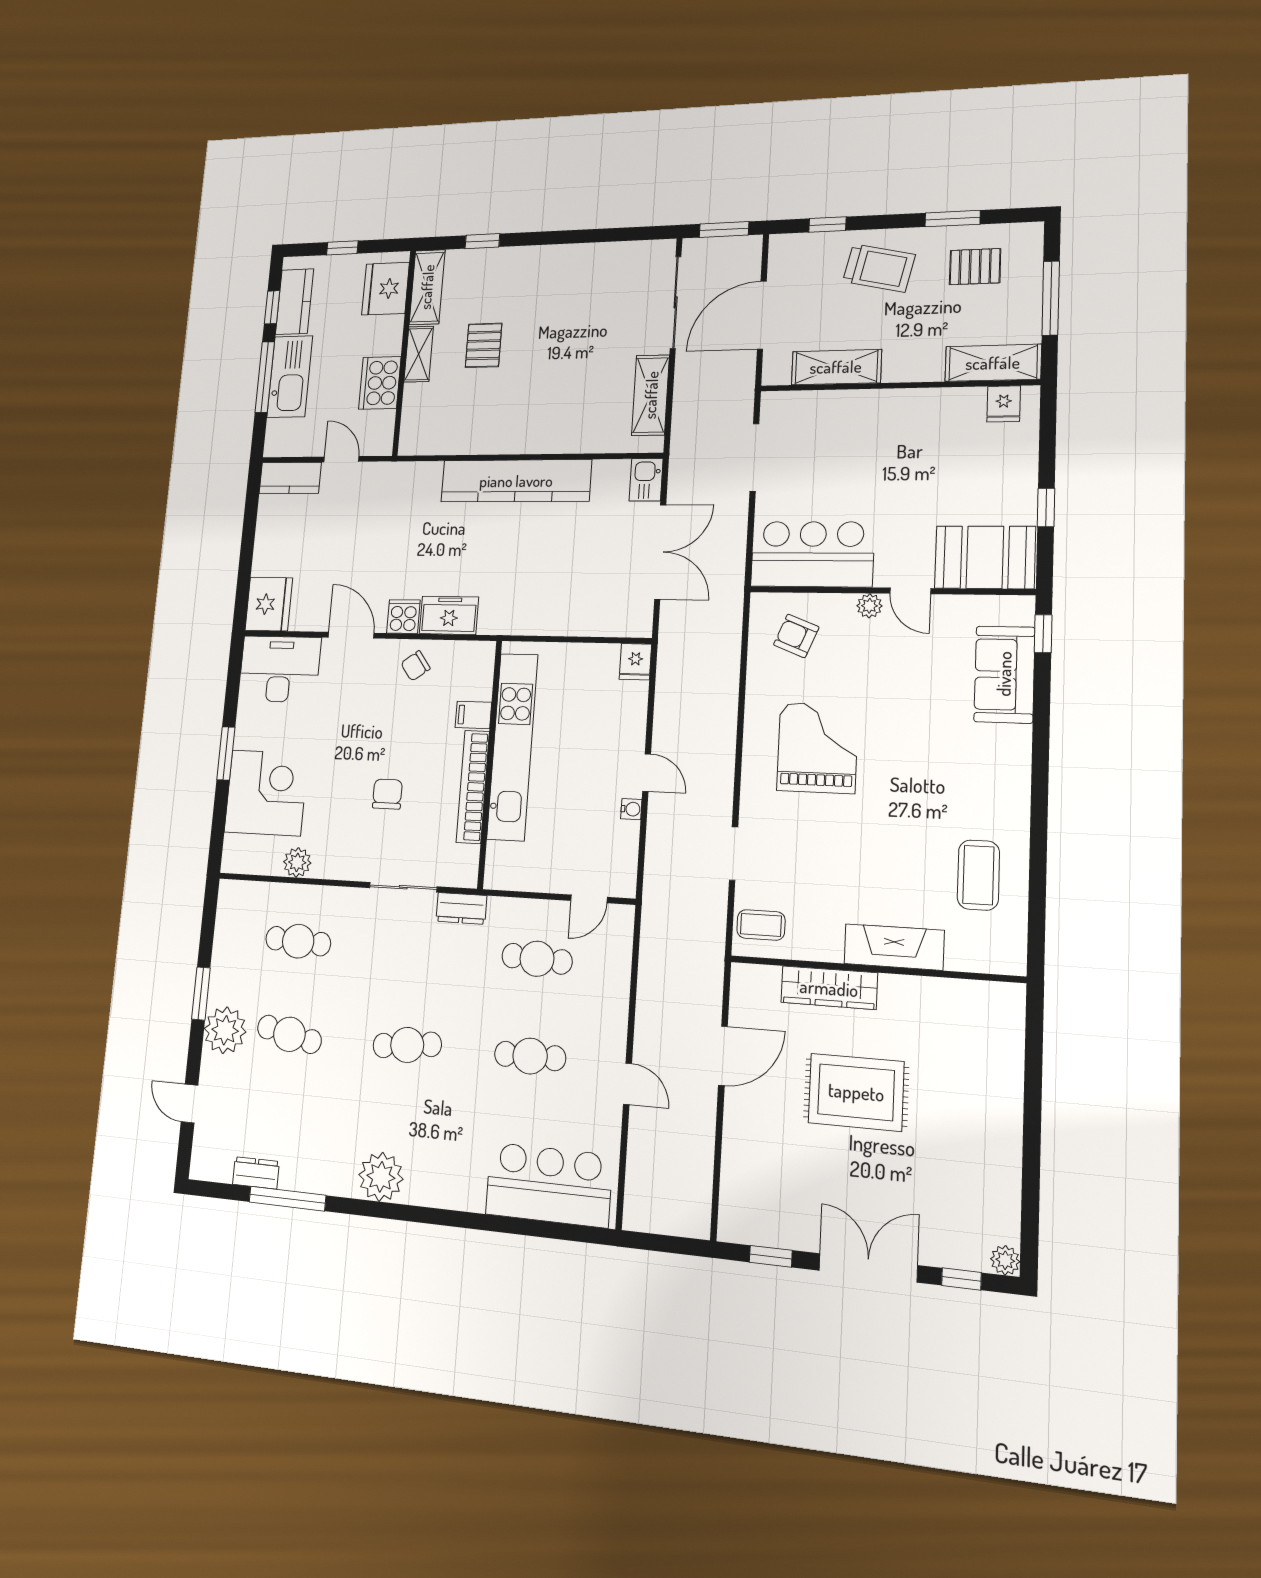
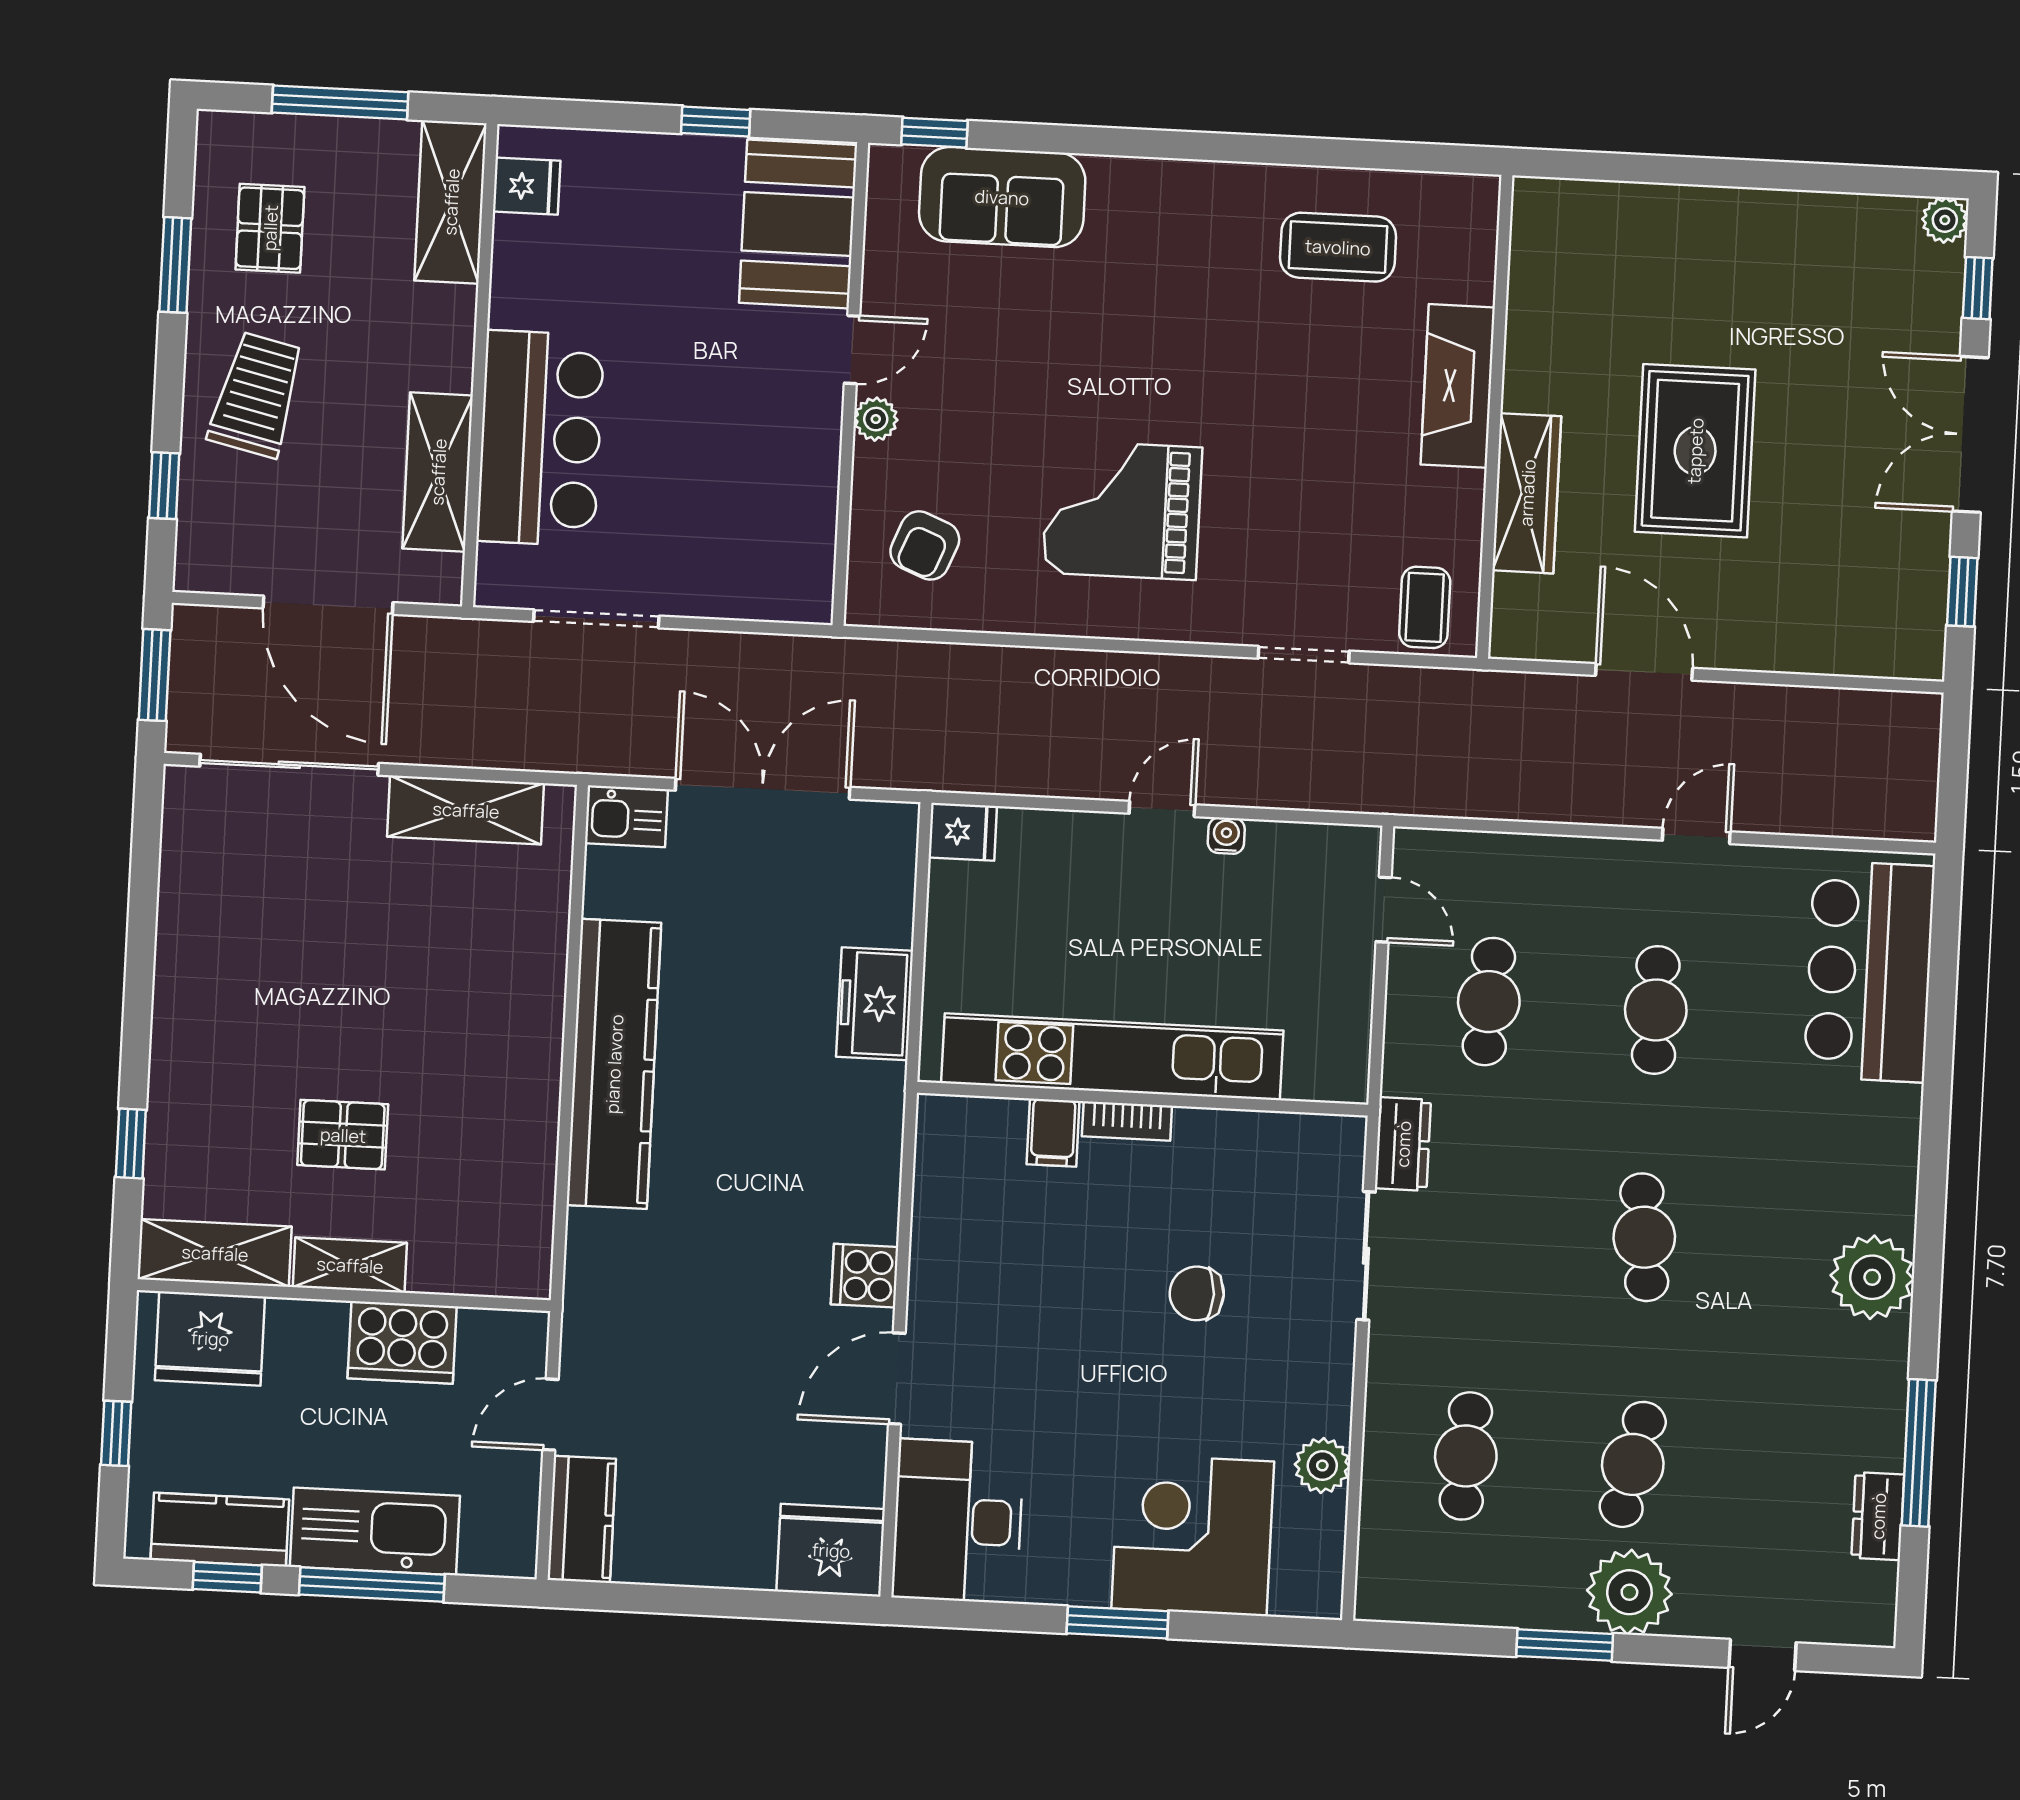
bar counter: (812, 554) -> (540, 438), moved, turned 180
freezer: (449, 615) -> (875, 1004), moved
chair: (415, 666) -> (959, 1248), removed
bookcase: (473, 787) -> (1127, 1121), width x0.43, depth x0.76

